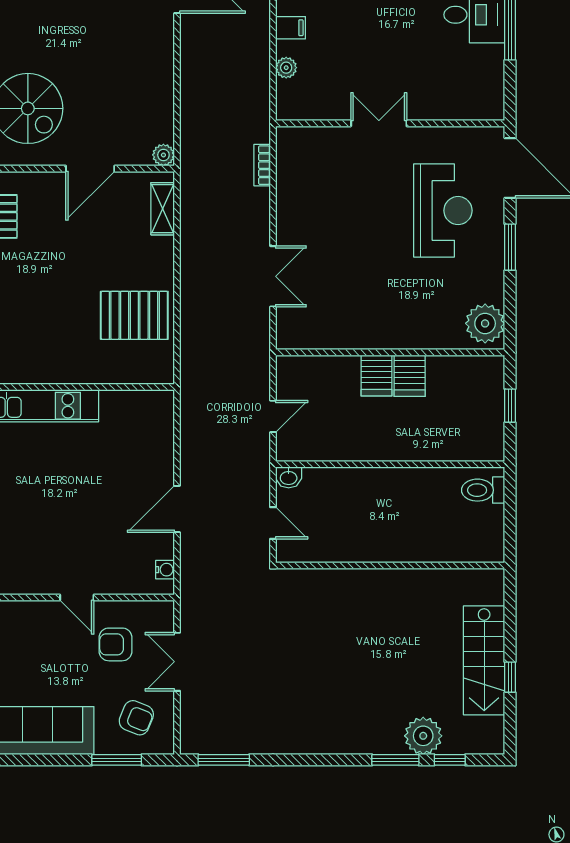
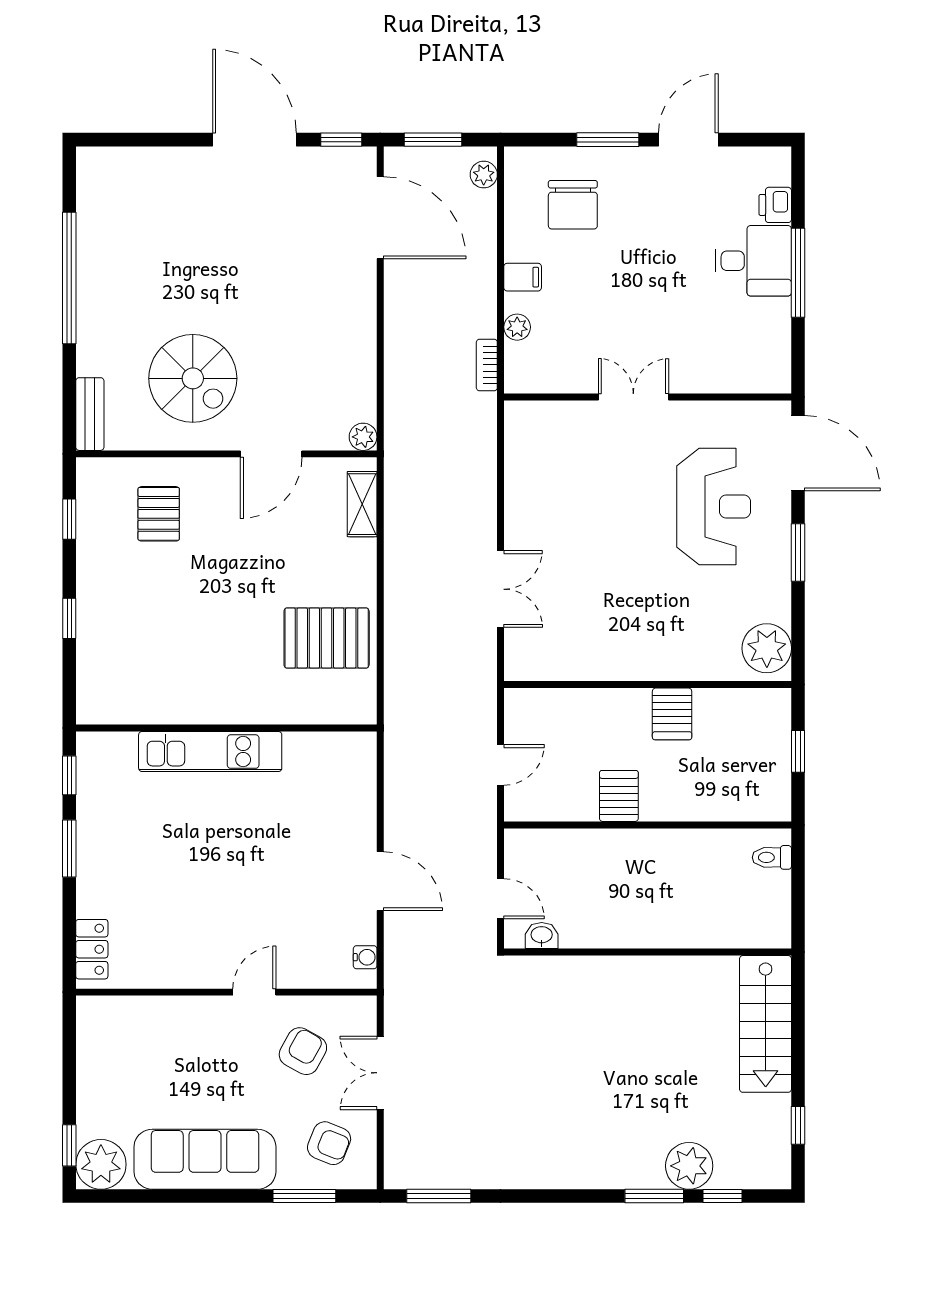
bookcase: (262, 165) -> (487, 365), moved
server rack: (376, 375) -> (619, 796), moved, turned 180
washbasin: (289, 477) -> (542, 935), moved, turned 180
toilet: (483, 490) -> (772, 857), width x0.73, depth x0.72
door: (177, 509) -> (380, 881), swing flipped
door: (77, 597) -> (254, 992), swing flipped
armchair: (116, 644) -> (303, 1051), turned 119
stairs: (484, 660) -> (766, 1024), moved
window: (510, 677) -> (798, 1125), moved

